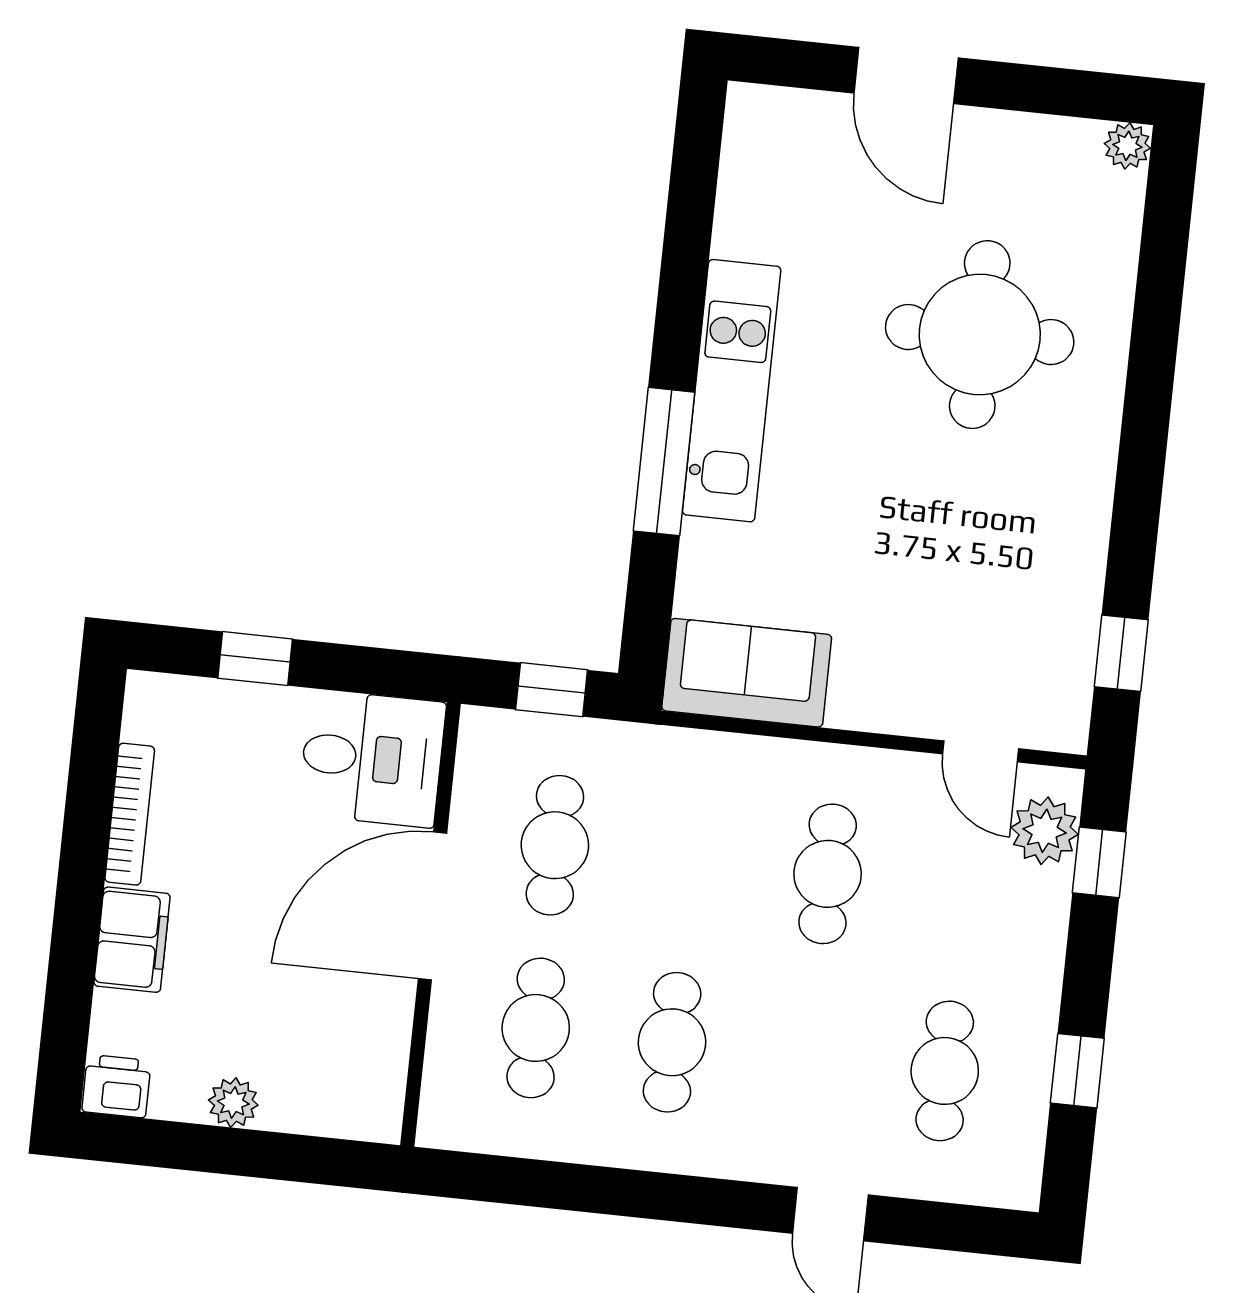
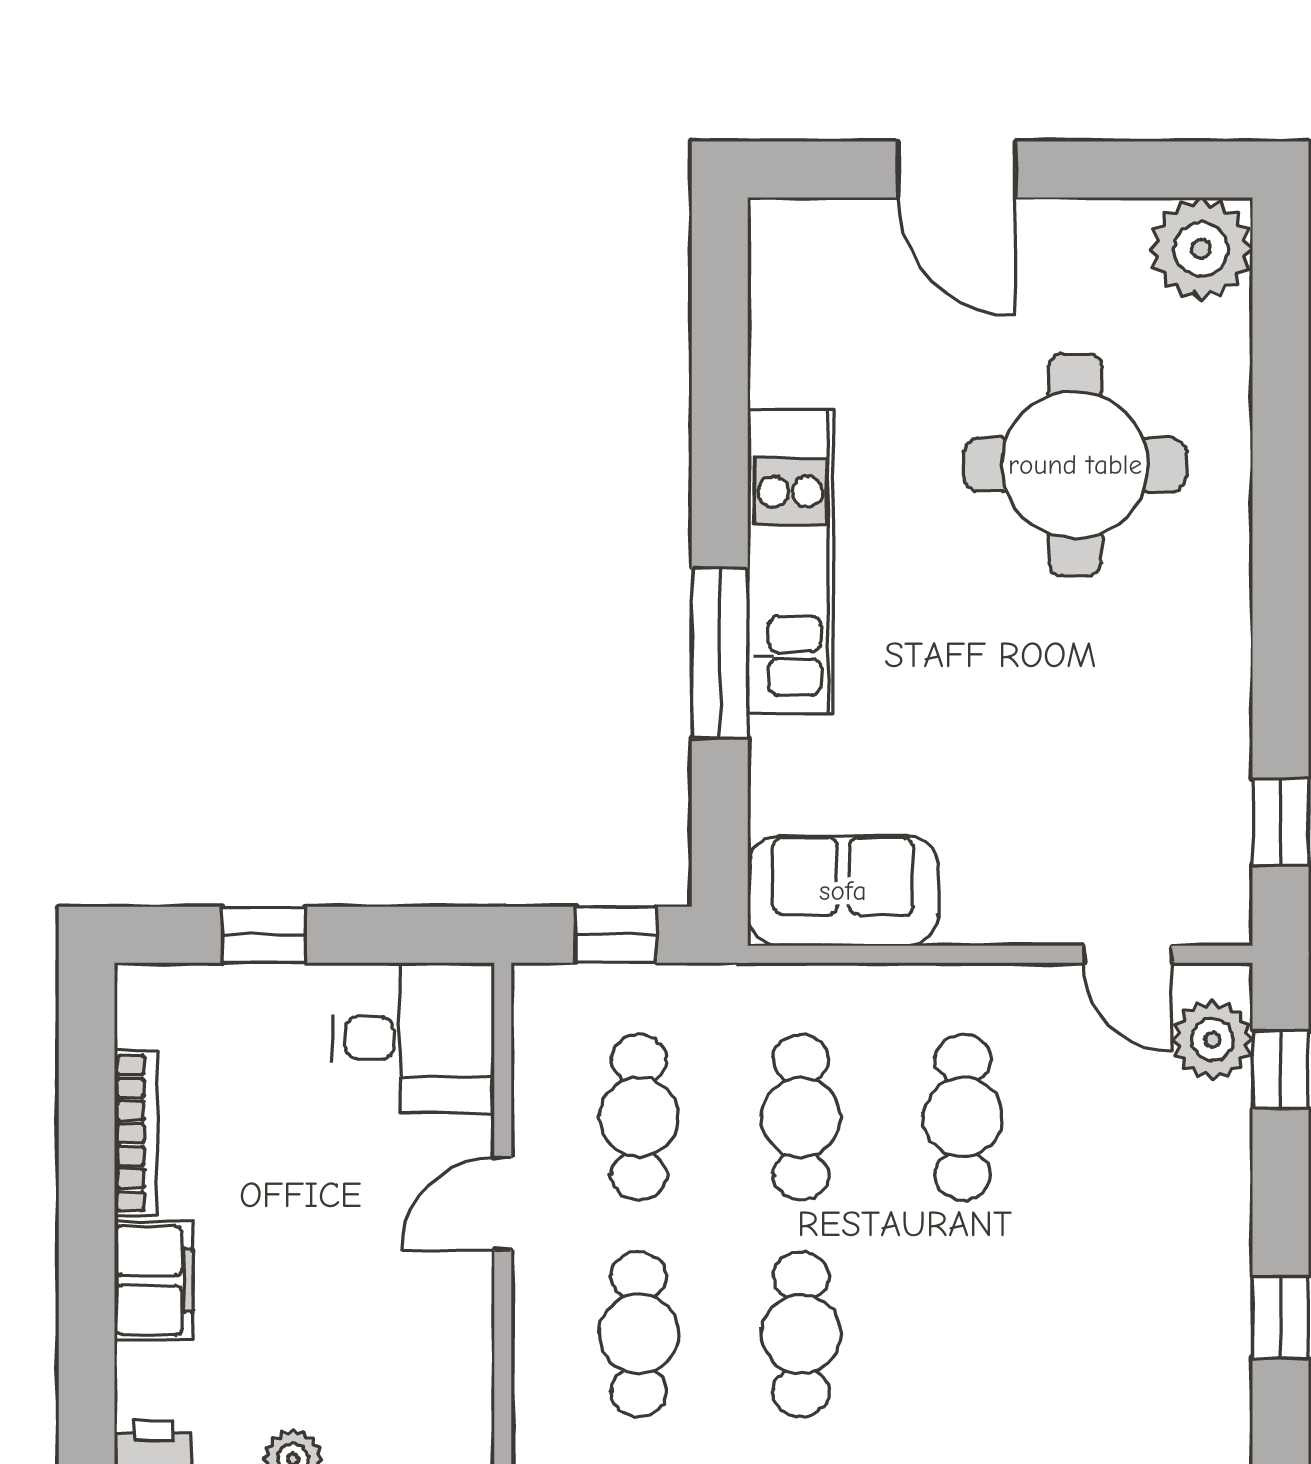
plant: (1127, 146) -> (1201, 249), width x1.88, depth x1.88
door: (432, 906) -> (503, 1204), width x0.53
cafe table: (945, 1071) -> (801, 1117), moved

